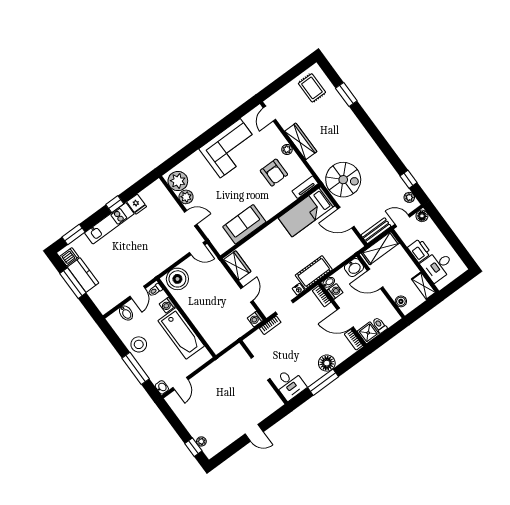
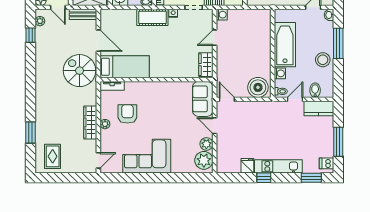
sofa: (244, 224) -> (203, 99), moved, turned 90
kitchen counter: (83, 275) -> (319, 108), moved, turned -90

